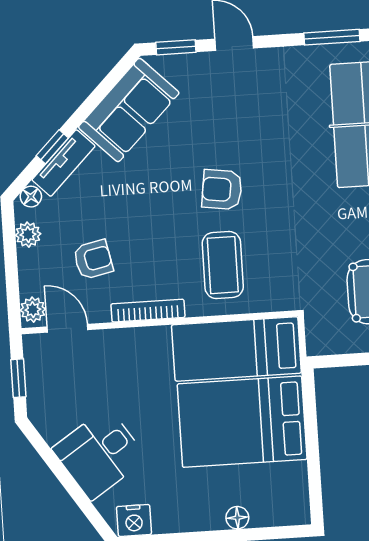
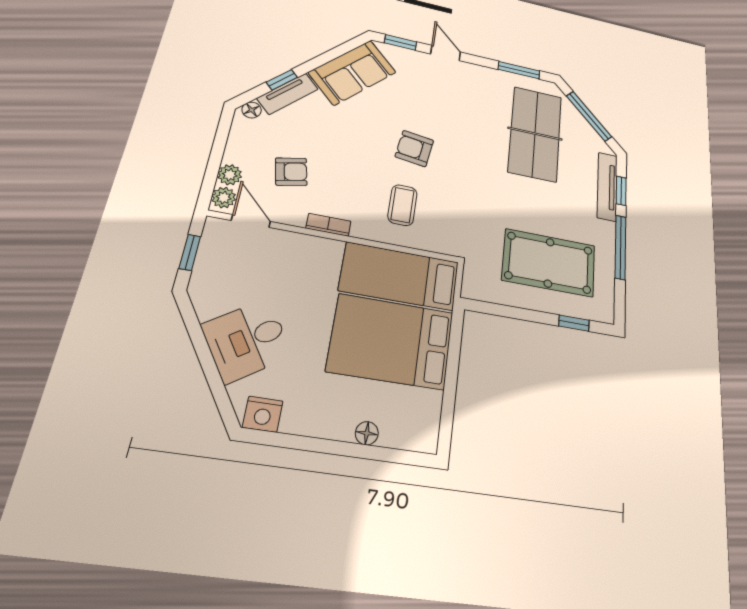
plant: (28, 235) -> (230, 175), moved
coffee table: (223, 265) -> (402, 205), width x0.73, depth x0.77
bookcase: (148, 311) -> (328, 225), width x0.64

